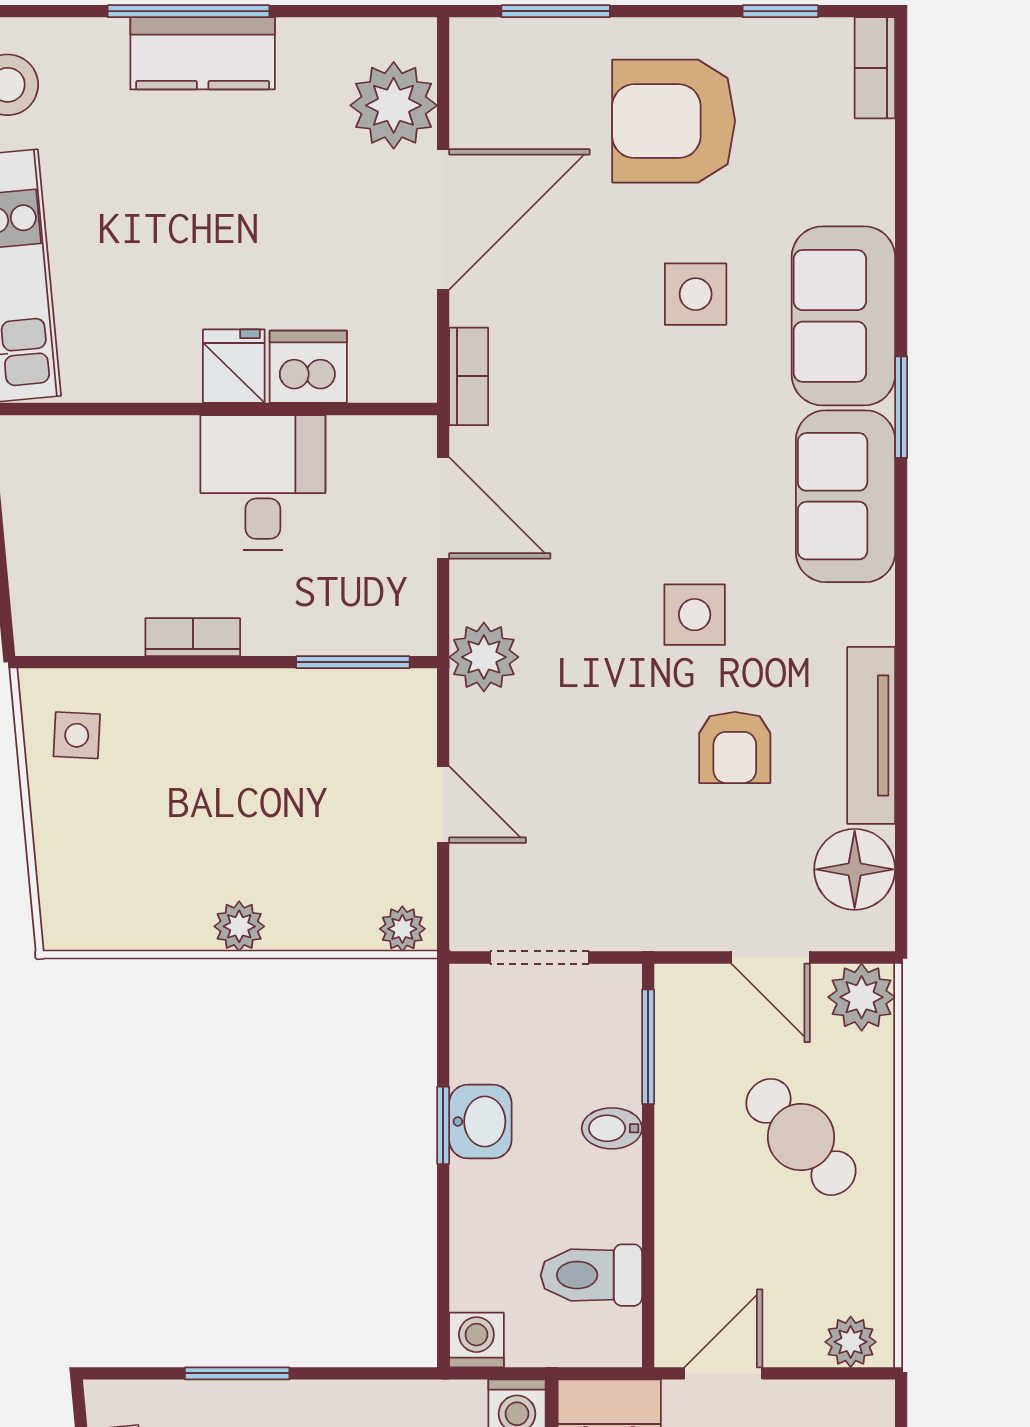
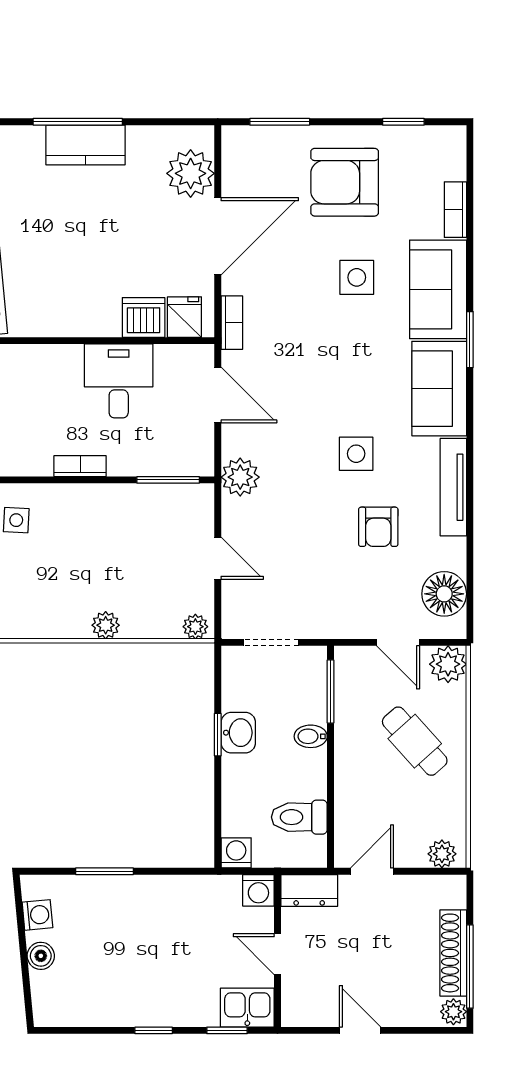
bookcase: (875, 68) -> (455, 210), moved
fridge: (234, 366) -> (184, 317), moved
tv unit: (871, 735) -> (453, 487), moved

